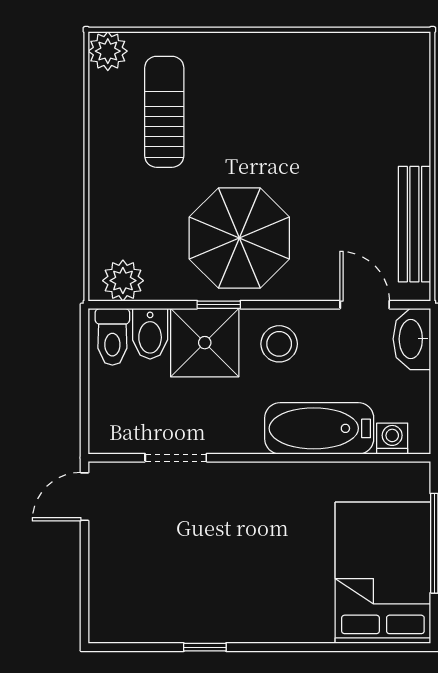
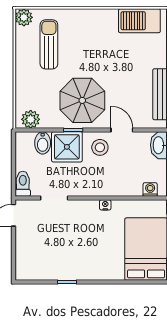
barbecue: (368, 59) -> (139, 21), added
door: (365, 305) -> (122, 130), moved
toilet: (112, 337) -> (23, 184), moved, turned 180
bathtub: (319, 428) -> (118, 185), removed
nightstand: (291, 473) -> (105, 205), added

